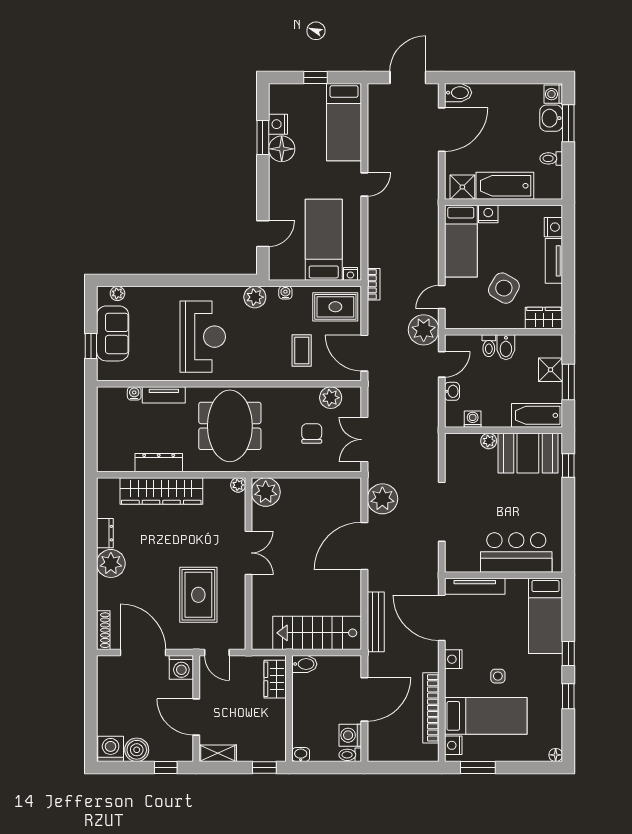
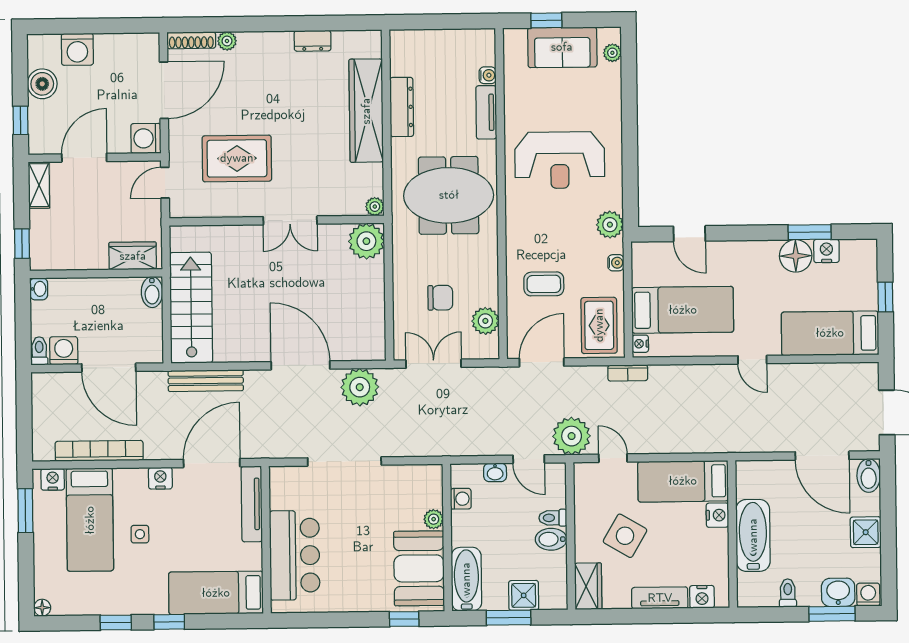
shower: (462, 187) -> (866, 532), moved
plant: (111, 563) -> (227, 41), moved, width x0.53, depth x0.53
washing machine: (111, 749) -> (77, 49), moved, turned 90

